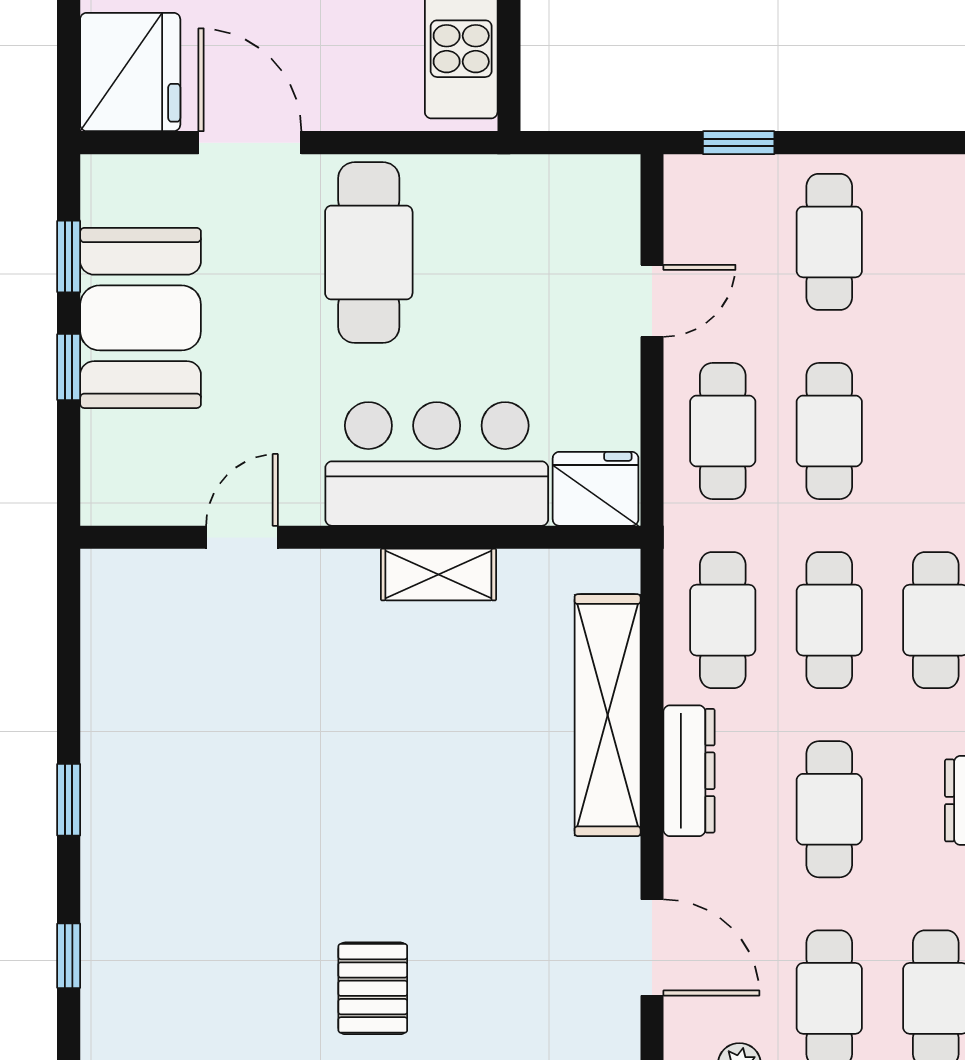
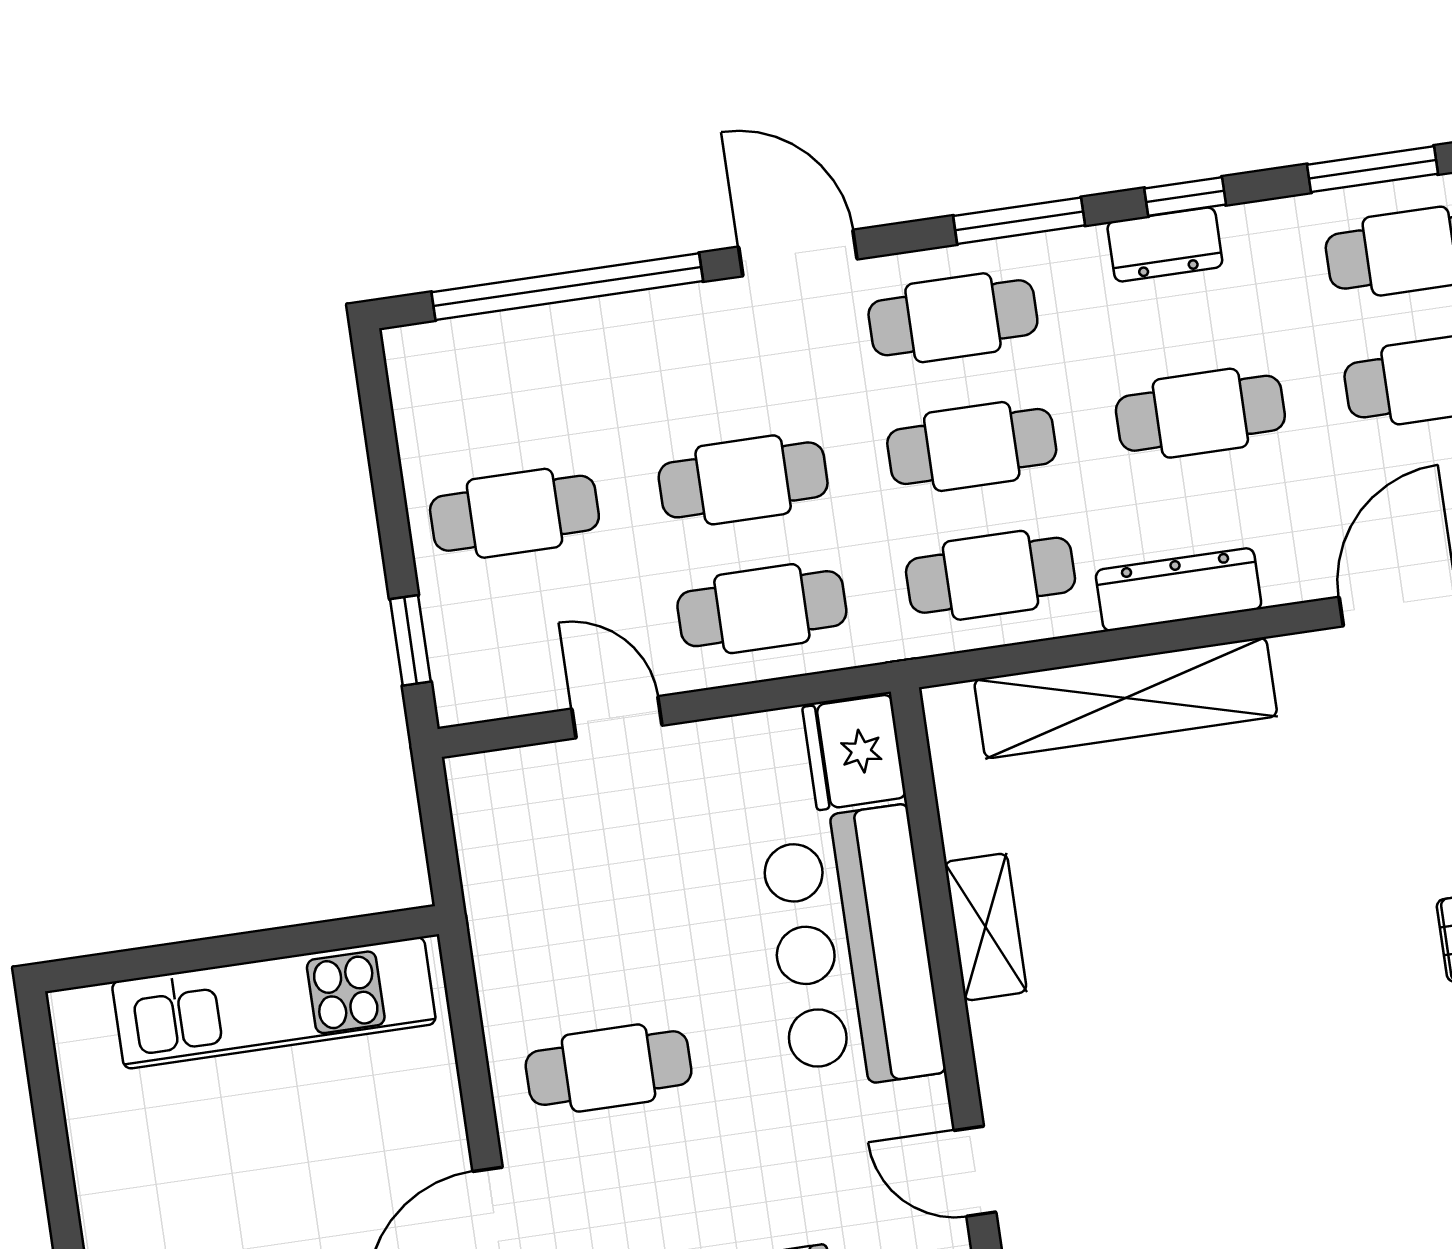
cafe table: (369, 253) -> (609, 1068), width x0.73, depth x0.74

